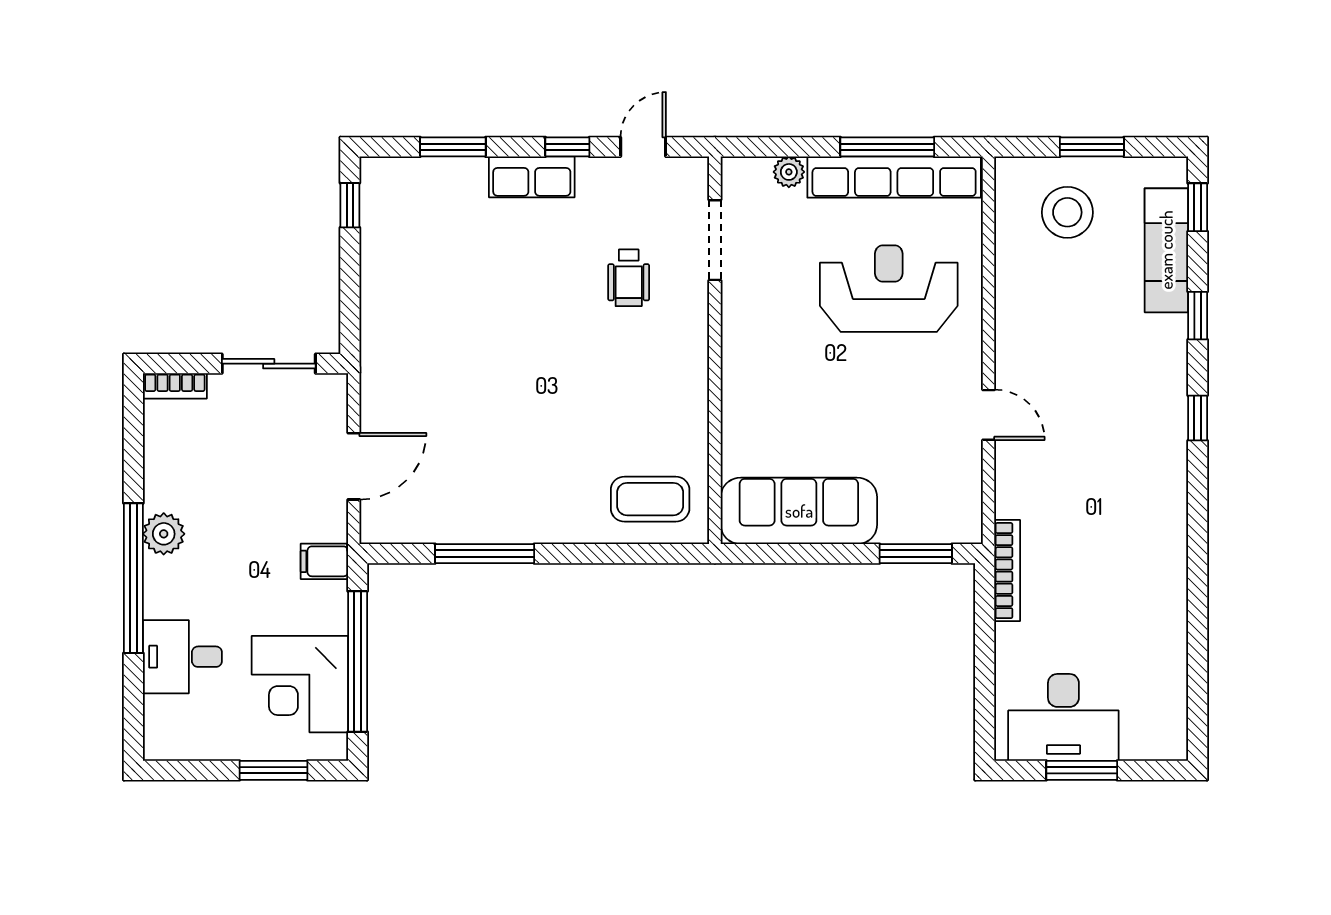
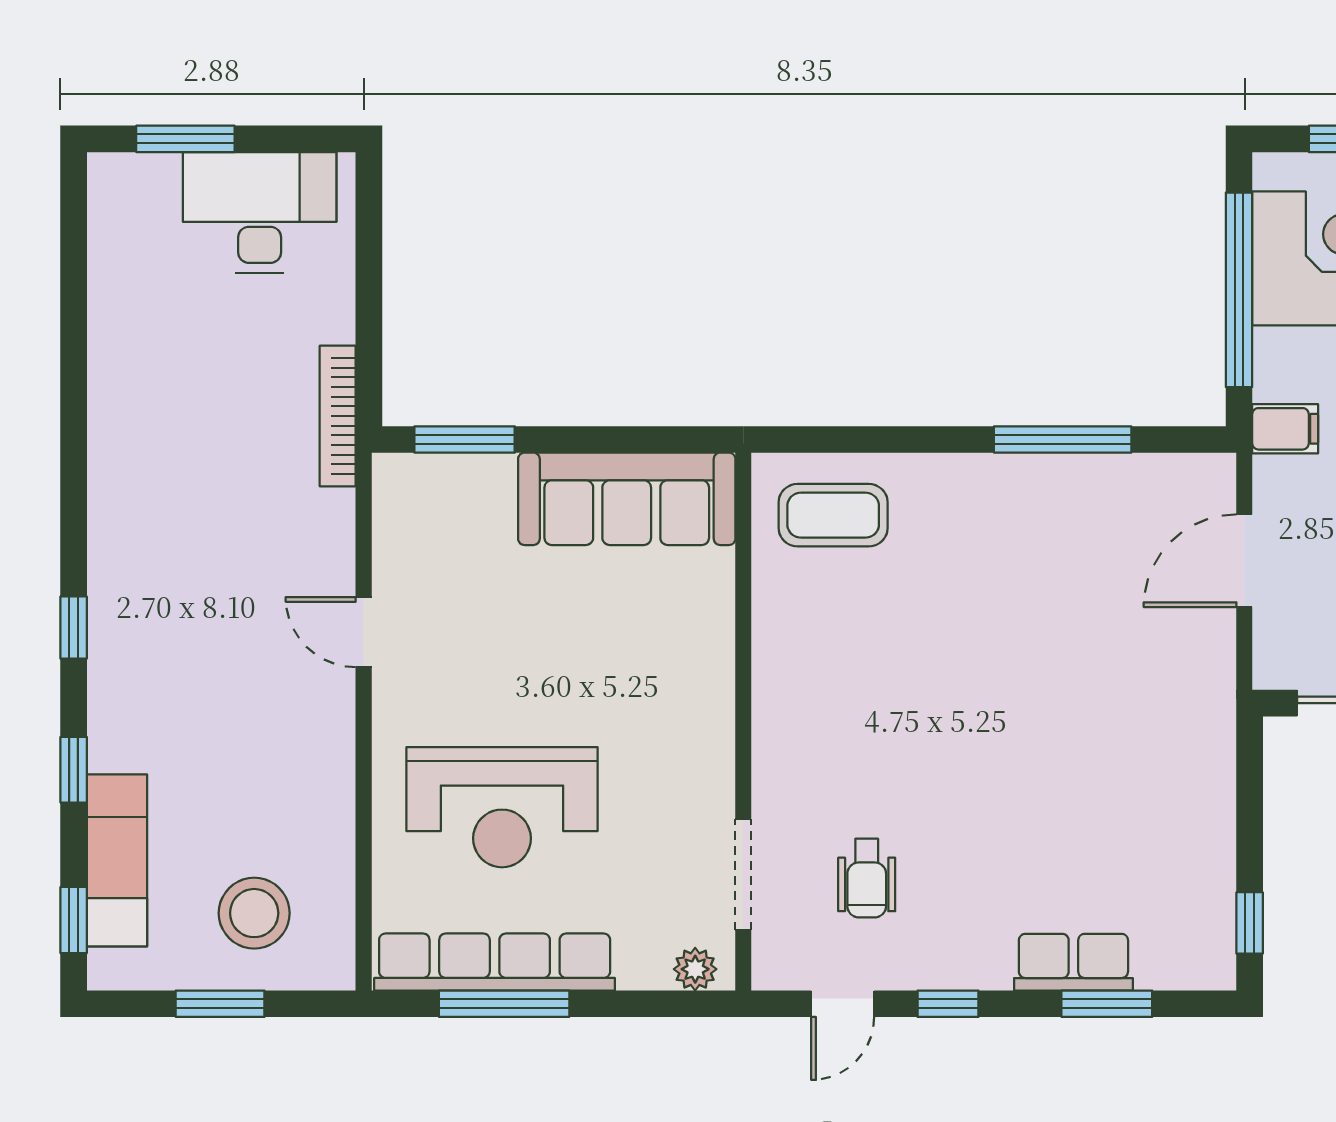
plant: (789, 172) -> (695, 969), moved
row of seats: (532, 177) -> (1073, 962), moved
wheelchair: (629, 278) -> (867, 878), moved, turned 180
window: (1082, 770) -> (185, 139), moved

